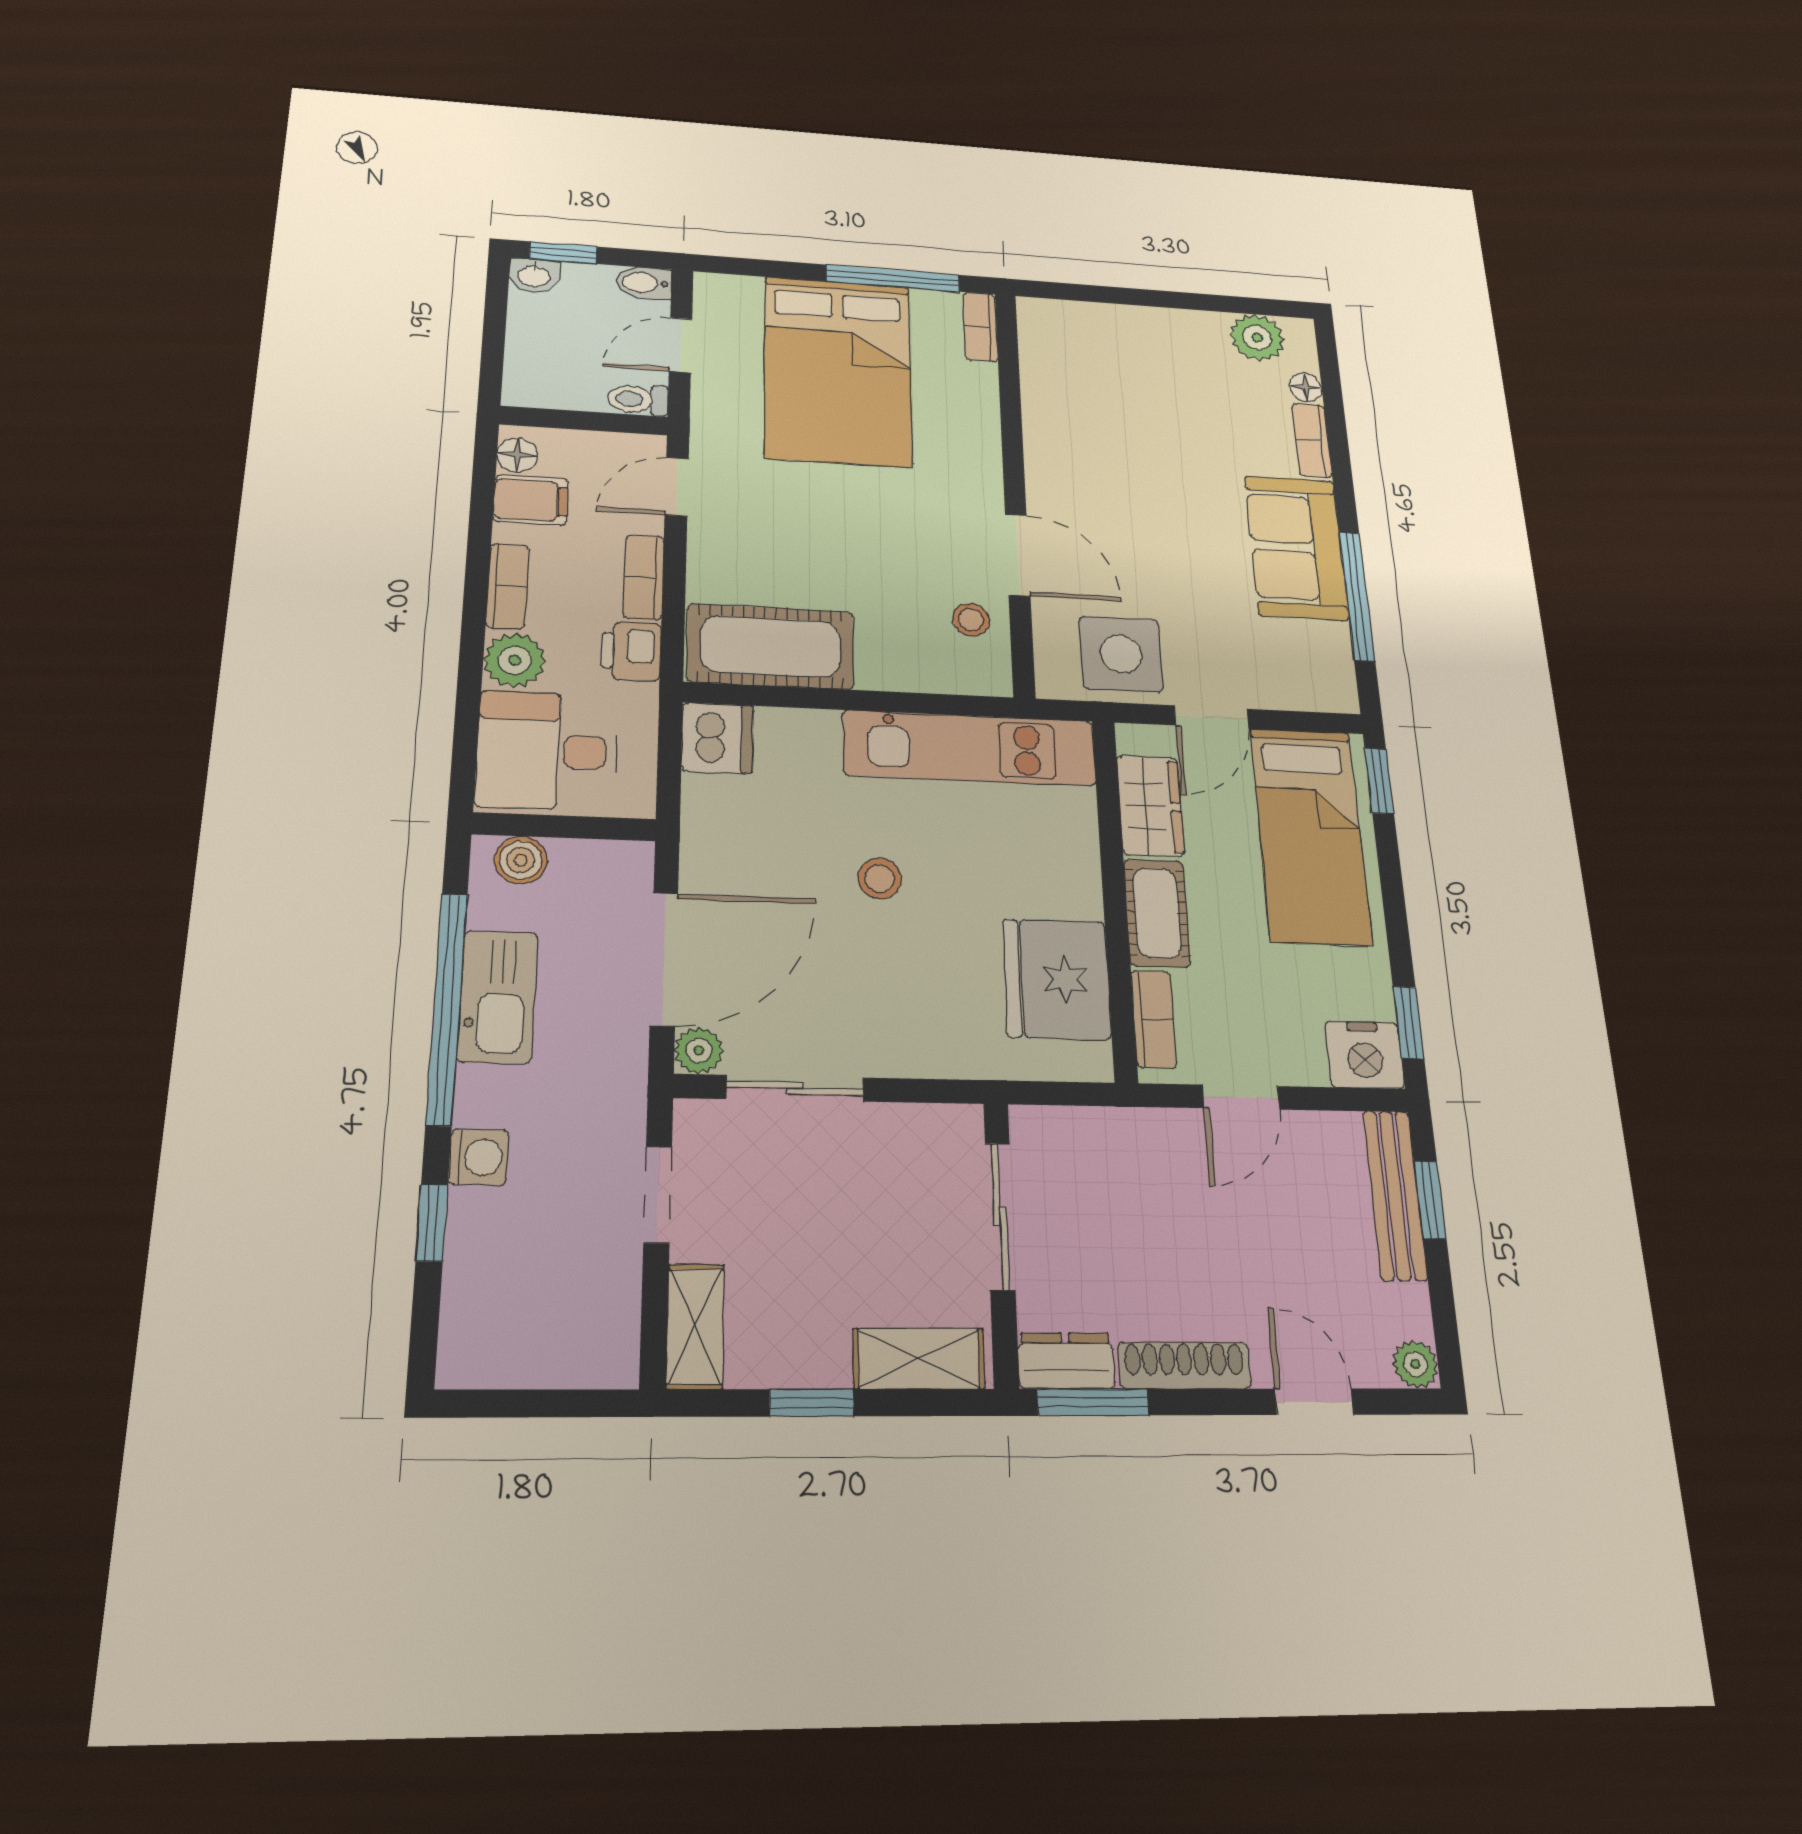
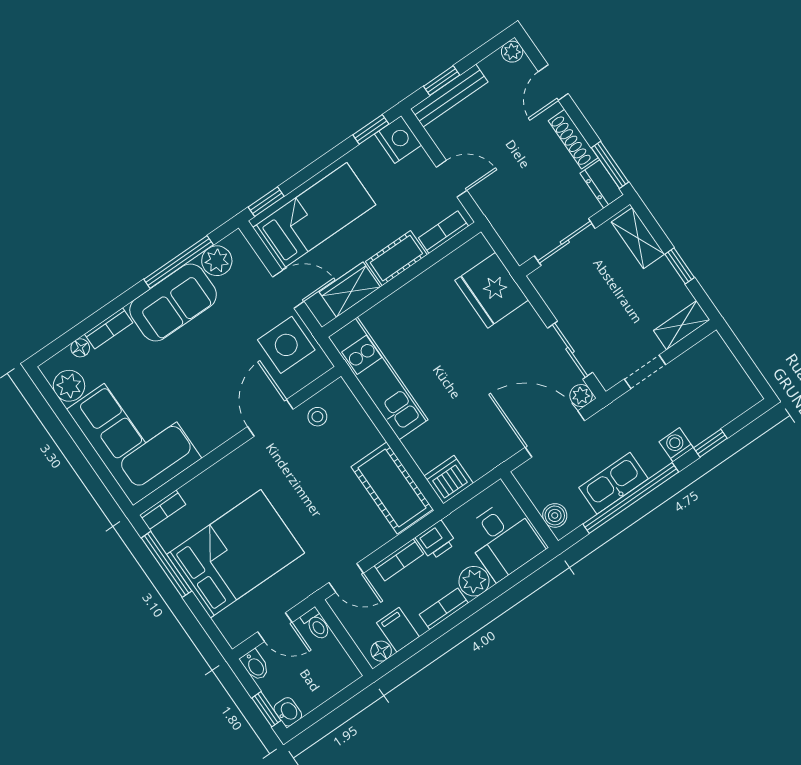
corner sofa: (1125, 368) -> (134, 434), added
plant: (1325, 649) -> (217, 261), added
stool: (880, 878) -> (462, 376), removed
fridge: (1057, 979) -> (492, 290), moved, turned 90

